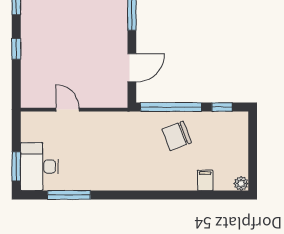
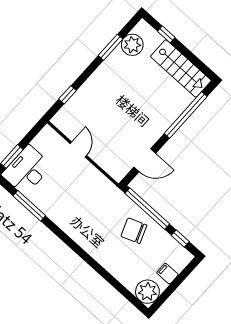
window: (16, 49) -> (67, 95), moved
filing cabinet: (205, 180) -> (167, 274), moved, turned -90
plant: (241, 183) -> (147, 292), width x1.88, depth x1.88

